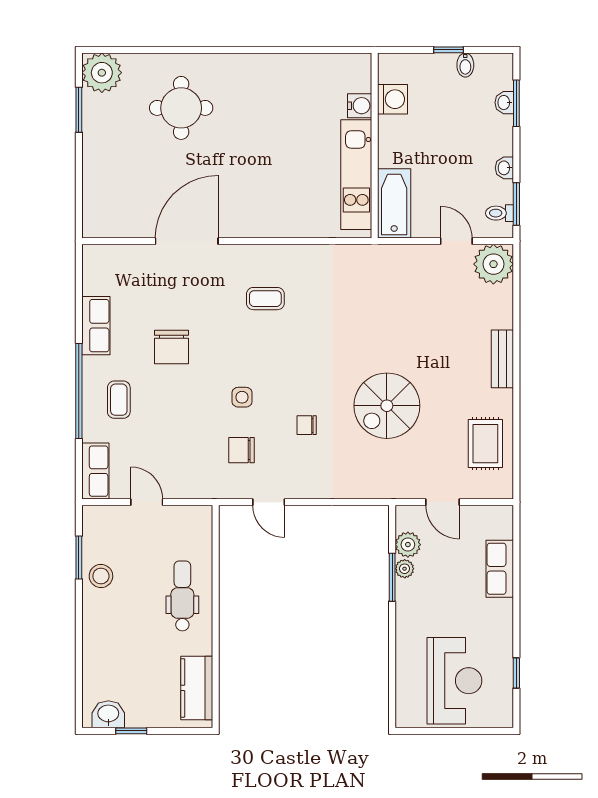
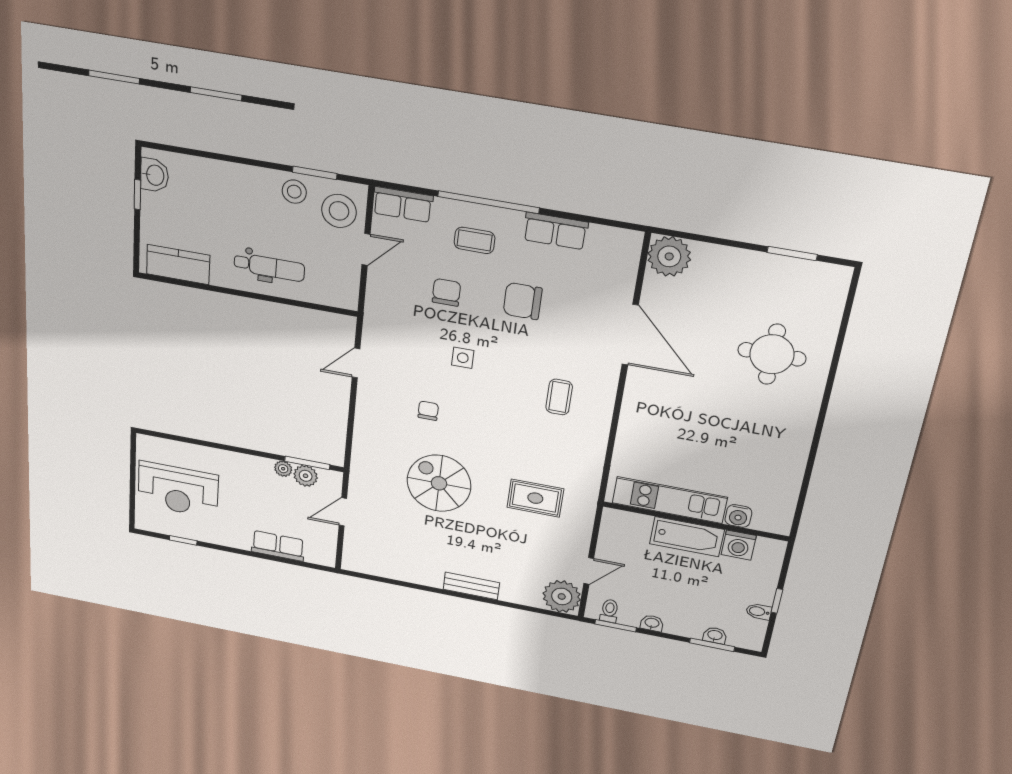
plant: (102, 73) -> (669, 256), moved
bathtub: (394, 203) -> (687, 537), moved
rug: (485, 444) -> (535, 498), moved
chair: (242, 450) -> (446, 292), moved
stool: (113, 531) -> (339, 211), added
window: (392, 577) -> (307, 463), moved

